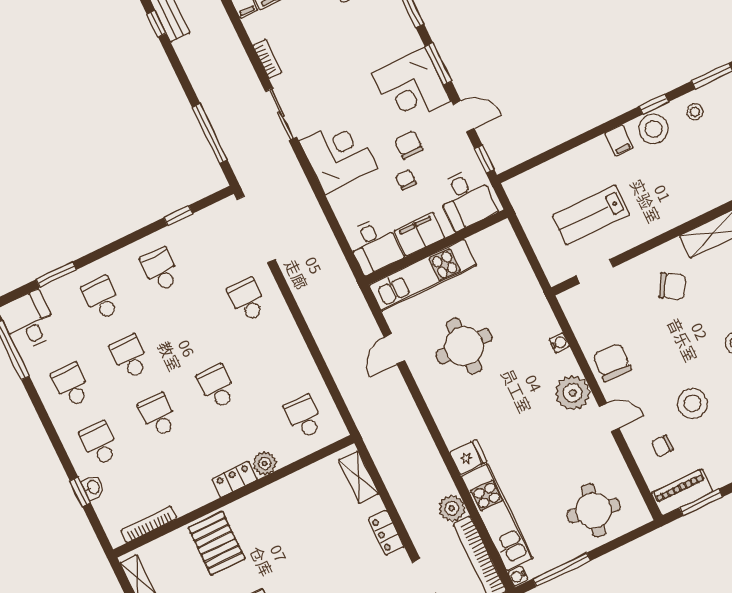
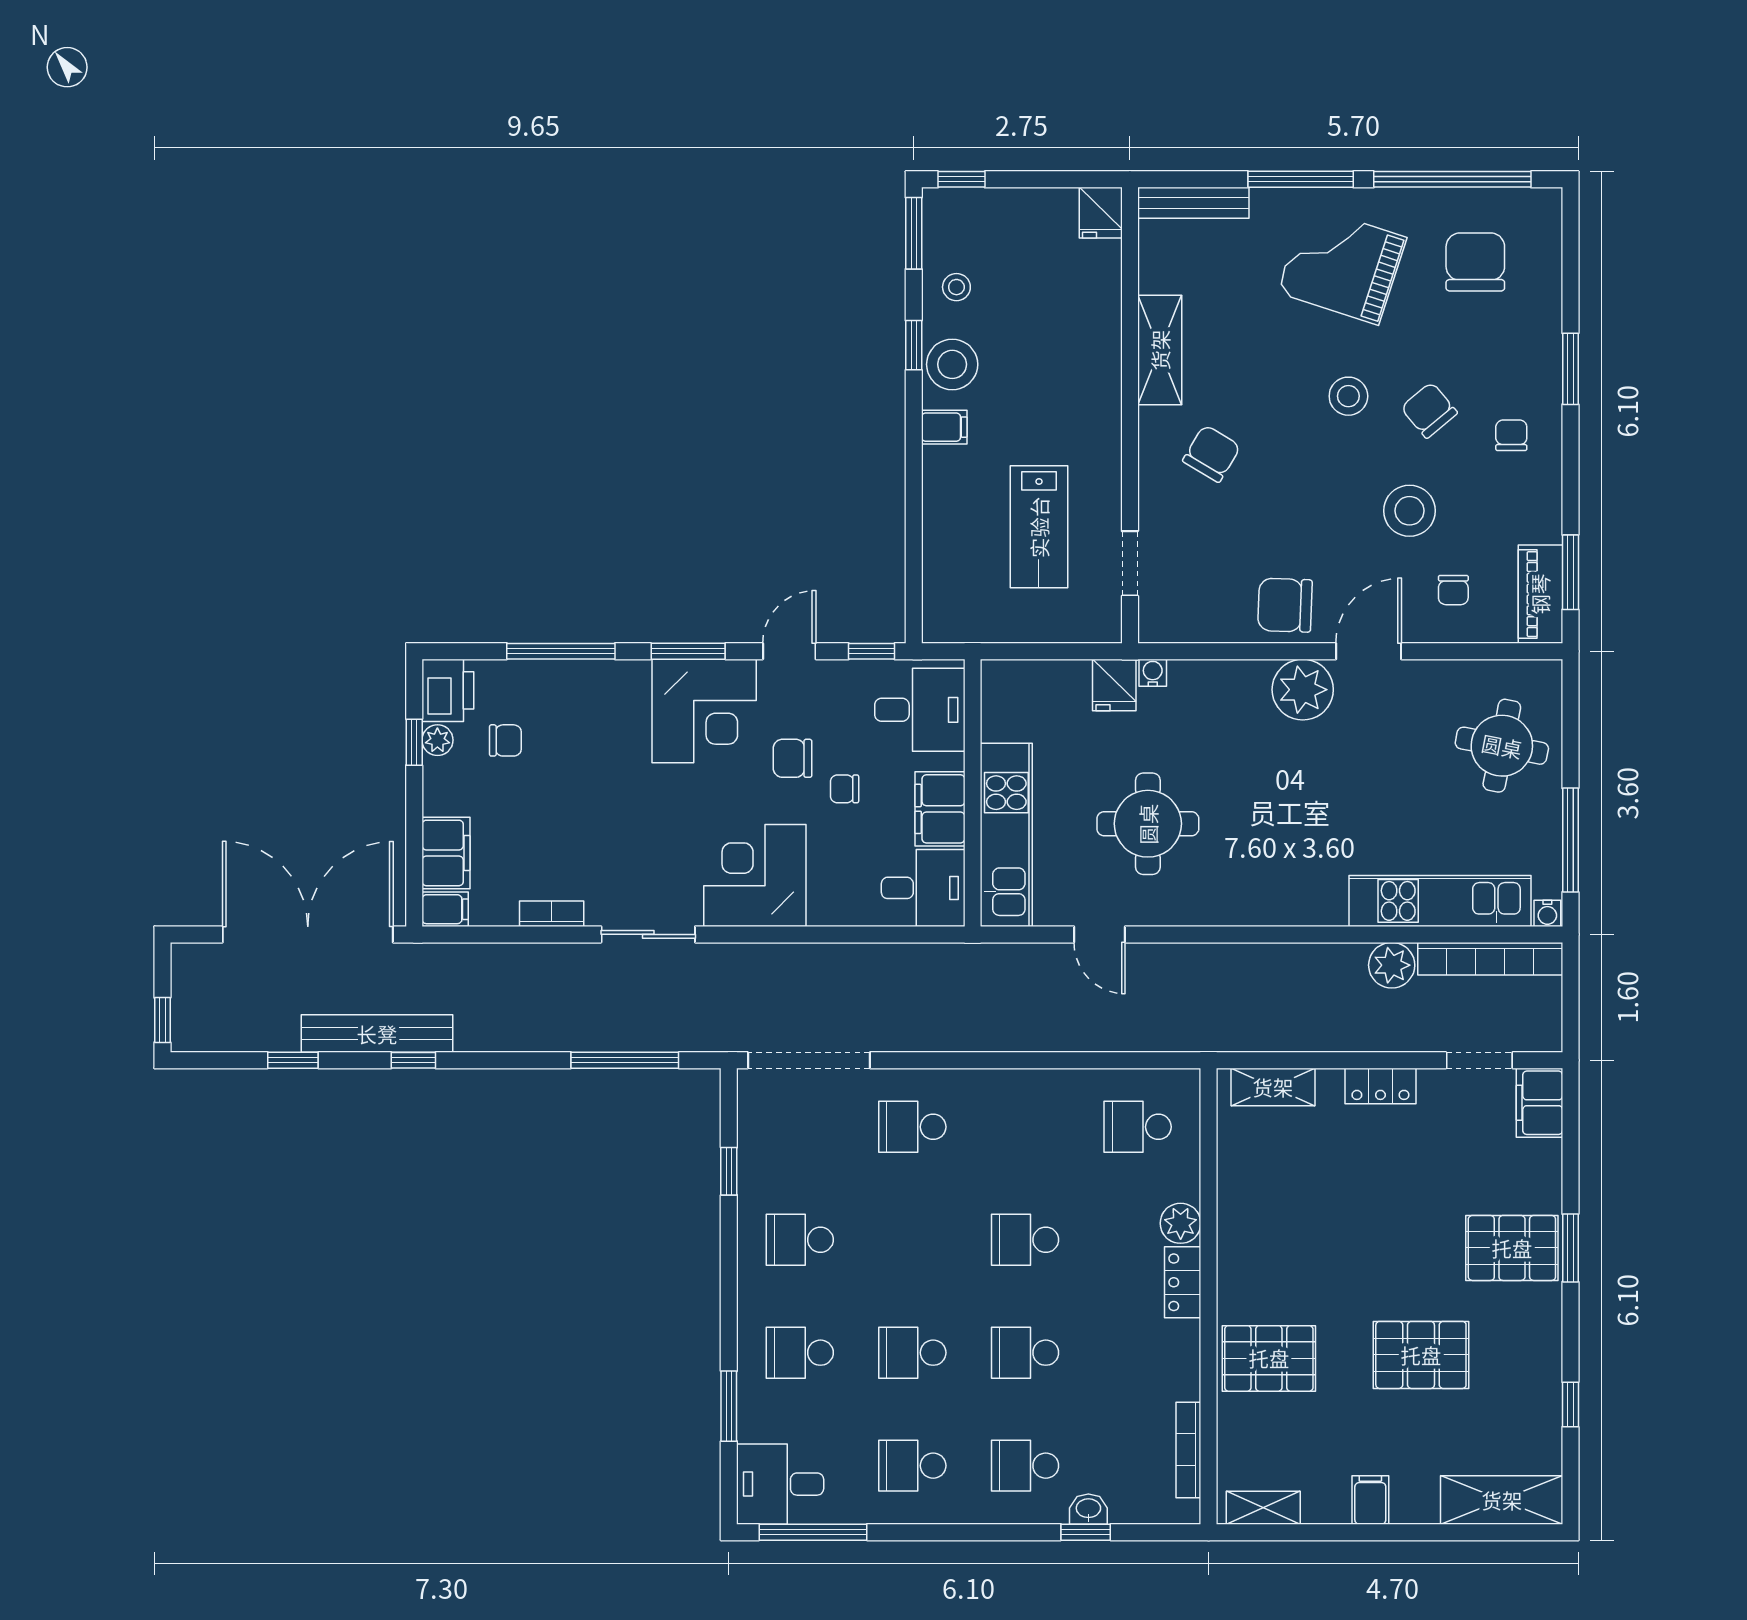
water cooler: (559, 343) -> (1153, 673), moved
door: (609, 417) -> (1369, 651), width x1.38
fridge: (468, 457) -> (1114, 685), moved, turned 180

